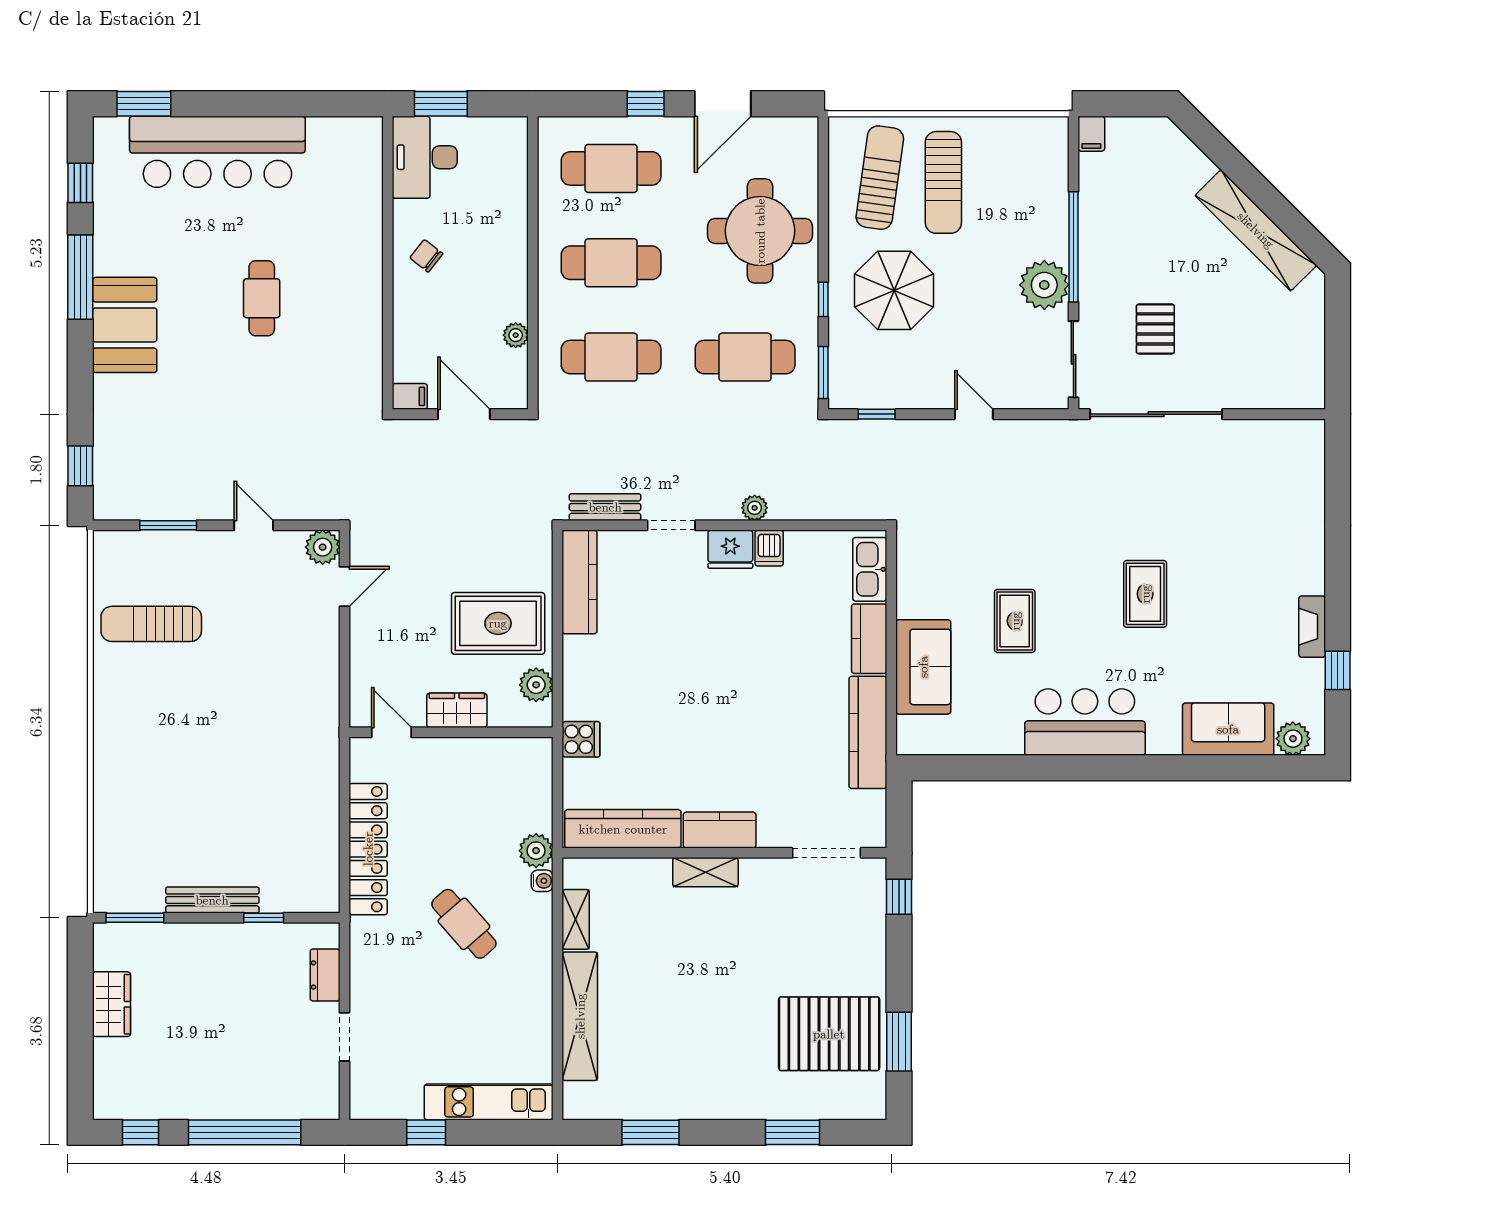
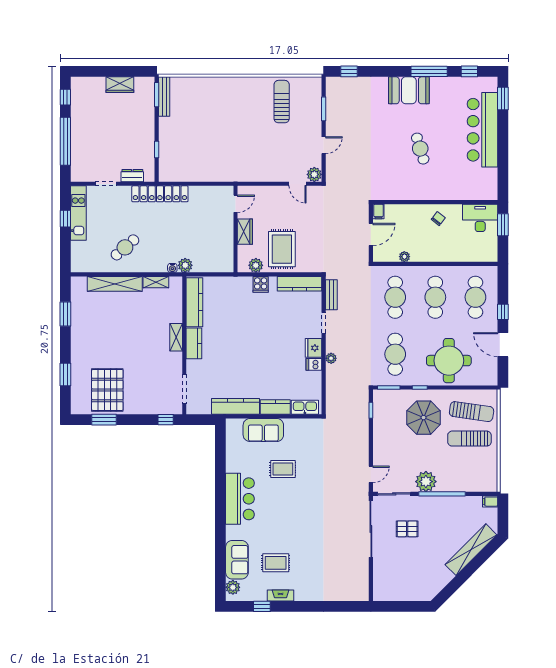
shelving: (1256, 230) -> (471, 550), moved
cafe table: (262, 298) -> (420, 149), turned 73
door: (974, 414) -> (371, 474), moved
rug: (1145, 594) -> (276, 563), moved
cooker: (581, 739) -> (261, 284), moved
locker: (368, 849) -> (160, 194), moved
bench: (212, 900) -> (164, 96), moved
cafe table: (464, 924) -> (125, 247), moved
kitchen unit: (489, 1102) -> (78, 213), moved

